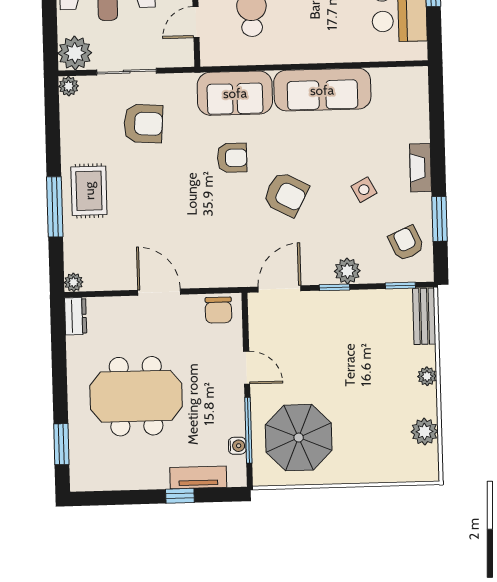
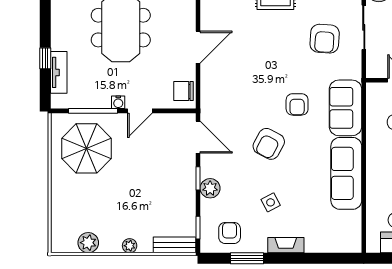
armchair: (406, 243) -> (230, 233), turned -66
water cooler: (237, 446) -> (118, 102), moved

